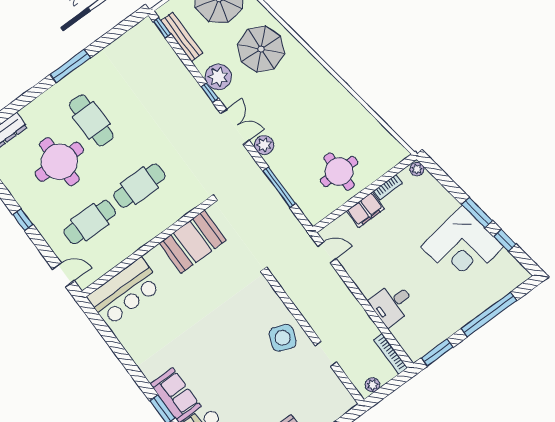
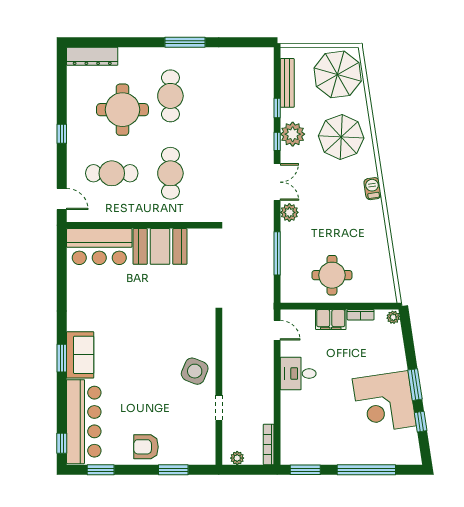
window: (162, 28) -> (277, 108), moved
barbecue: (320, 73) -> (373, 189), added
cafe table: (139, 186) -> (170, 173), turned 90
booth: (193, 242) -> (160, 246), moved
desk: (392, 304) -> (298, 374), moved

